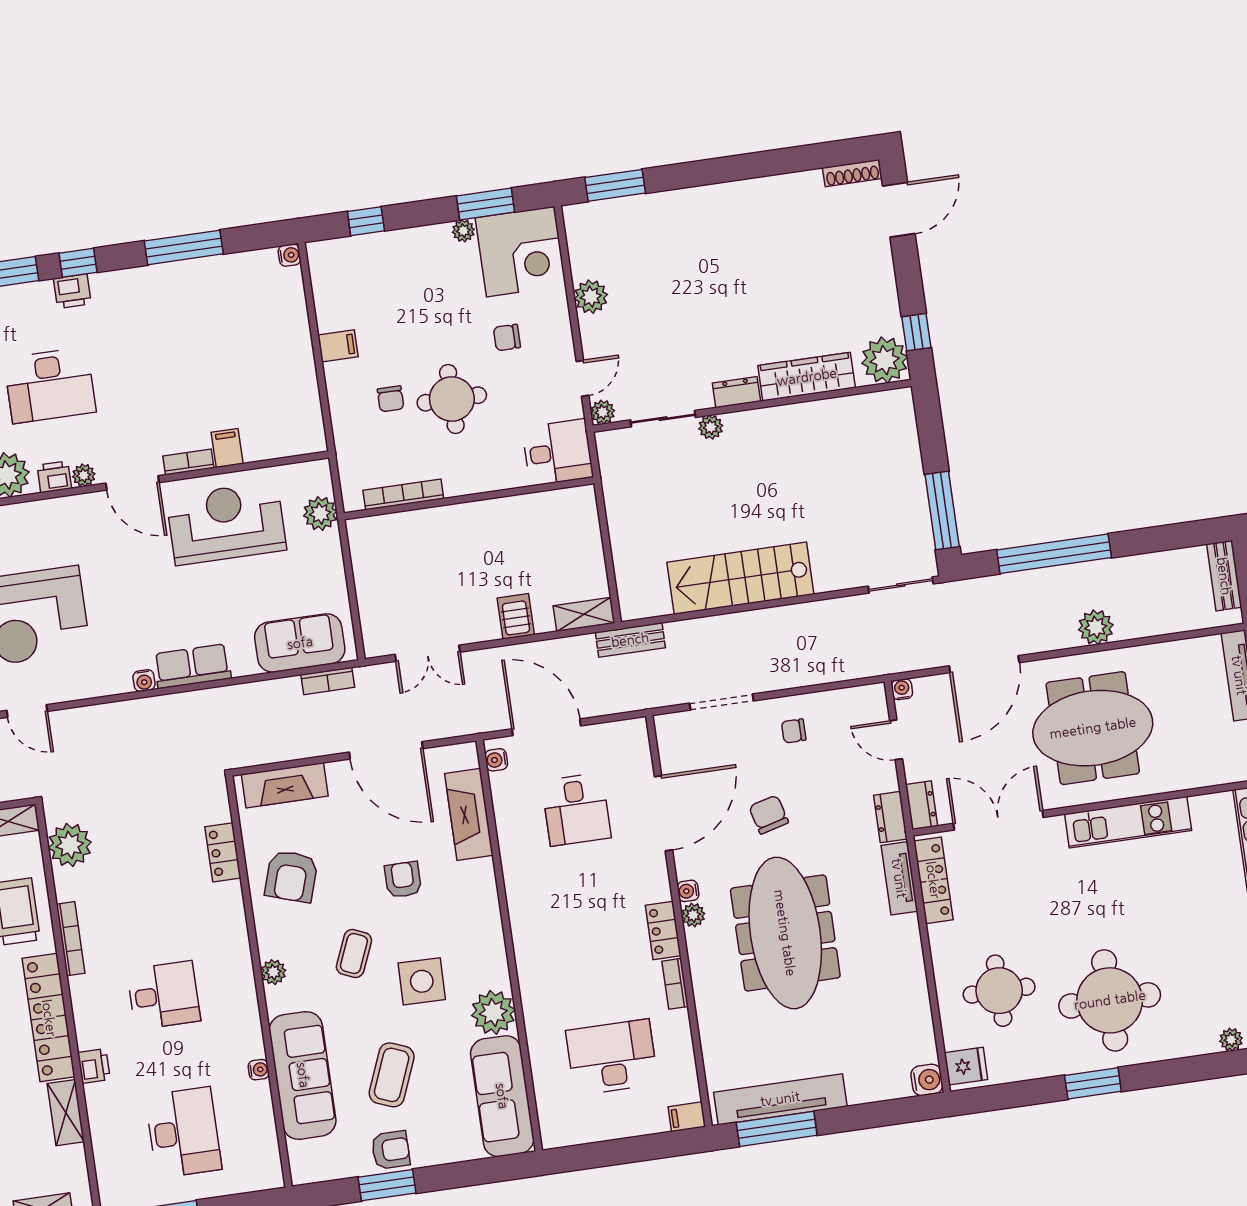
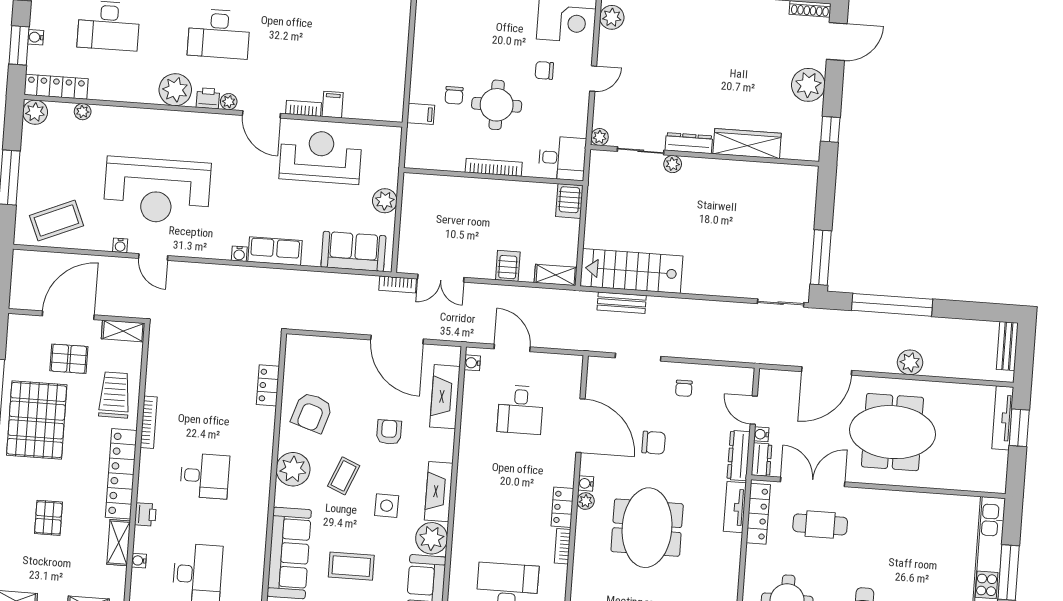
plant: (591, 297) -> (612, 17), moved
filing cabinet: (338, 346) -> (421, 114), moved
plant: (885, 360) -> (808, 85), moved
door: (582, 378) -> (593, 79), moved
dresser: (736, 392) -> (689, 143), width x1.44
bookcase: (403, 494) -> (494, 167), moved
server rack: (580, 509) -> (569, 201), added
plant: (320, 513) -> (385, 201), moved
stairs: (740, 578) -> (631, 271), moved
bench: (630, 640) -> (622, 303), moved
bookcase: (328, 681) -> (398, 284), moved
water cooler: (902, 689) -> (761, 434), moved, turned -90
door: (546, 727) -> (512, 348), width x0.73
chair: (794, 731) -> (684, 388), turned -90
fireplace: (285, 785) -> (439, 492), moved, turned 90
door: (663, 813) -> (581, 426), hinge flipped
chair: (769, 815) -> (654, 443), turned 105
dresser: (890, 817) -> (739, 456), width x1.44
kitchen unit: (1128, 822) -> (903, 503), removed
plant: (70, 845) -> (162, 357), removed
cafe table: (1021, 876) -> (820, 524), added
meeting table: (785, 933) -> (647, 528), width x0.73
plant: (273, 972) -> (293, 469), width x1.87, depth x1.87
side table: (422, 981) -> (387, 506), width x0.73, depth x0.73
water cooler: (259, 1070) -> (139, 561), moved, turned 180
coffee table: (392, 1075) -> (351, 566), turned 68

